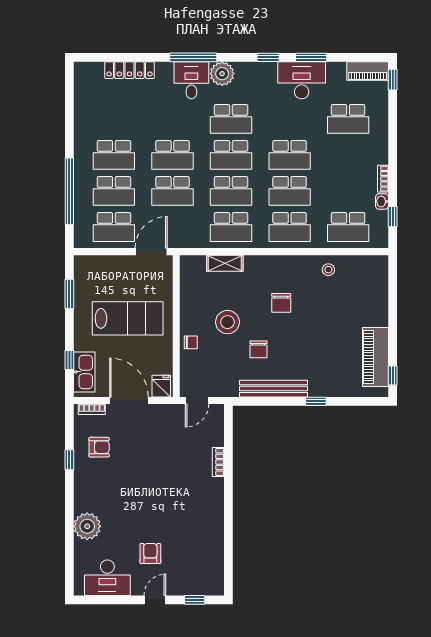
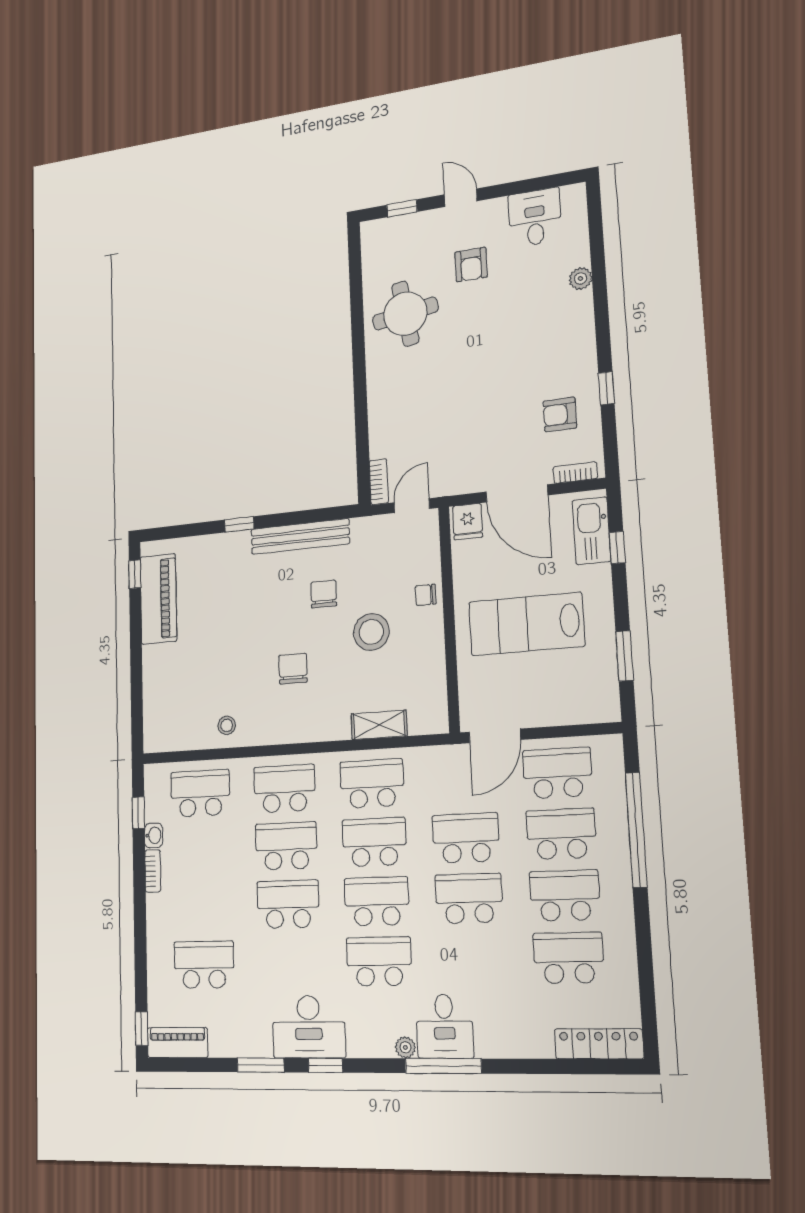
locker: (130, 70) -> (599, 1044), moved
plant: (222, 74) -> (405, 1047), width x0.53, depth x0.53
desk: (302, 80) -> (309, 1027), moved
school desk: (114, 119) -> (568, 958), added
bookcase: (218, 462) -> (379, 482), moved
plant: (87, 526) -> (580, 278), width x0.53, depth x0.53
round table: (196, 528) -> (405, 314), added
desk: (107, 578) -> (535, 218), width x0.73
door: (155, 600) -> (461, 198), swing flipped

